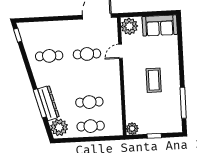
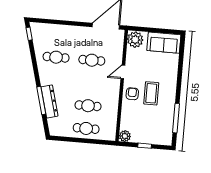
door: (120, 51) -> (123, 72), moved
armchair: (134, 83) -> (132, 94), added
plant: (59, 127) -> (56, 126), removed

